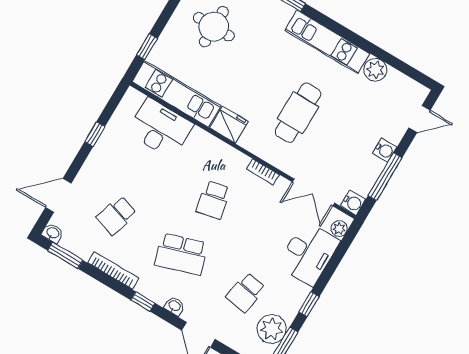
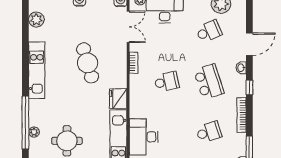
plant: (375, 70) -> (36, 20), moved
cafe table: (298, 113) -> (88, 63), turned 74
school desk: (117, 215) -> (209, 132), turned -36
school desk: (246, 292) -> (209, 31), turned -33

